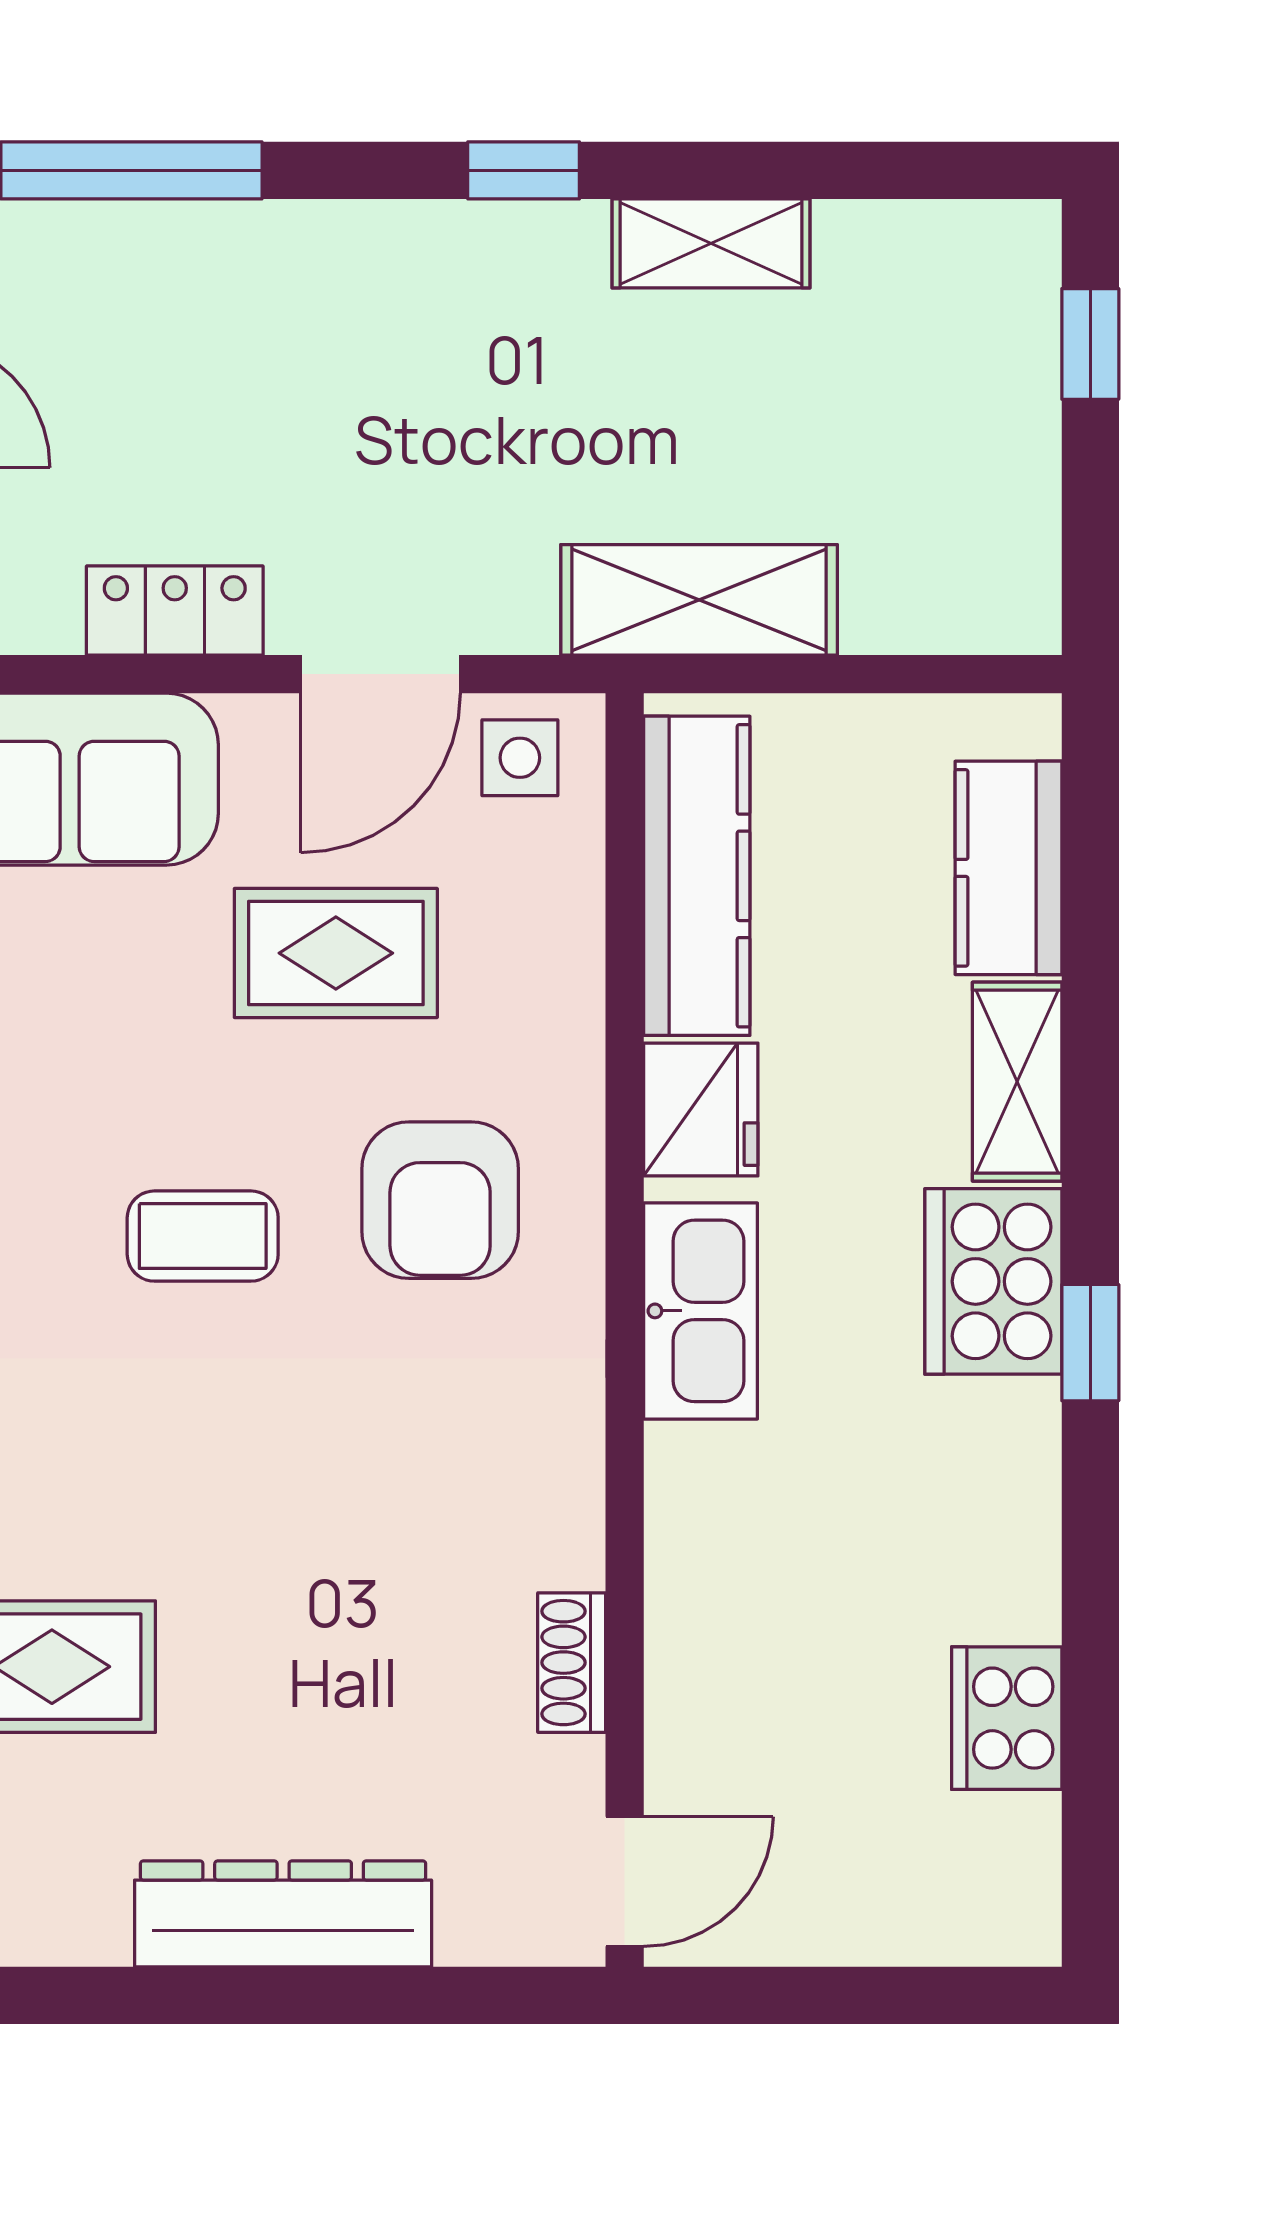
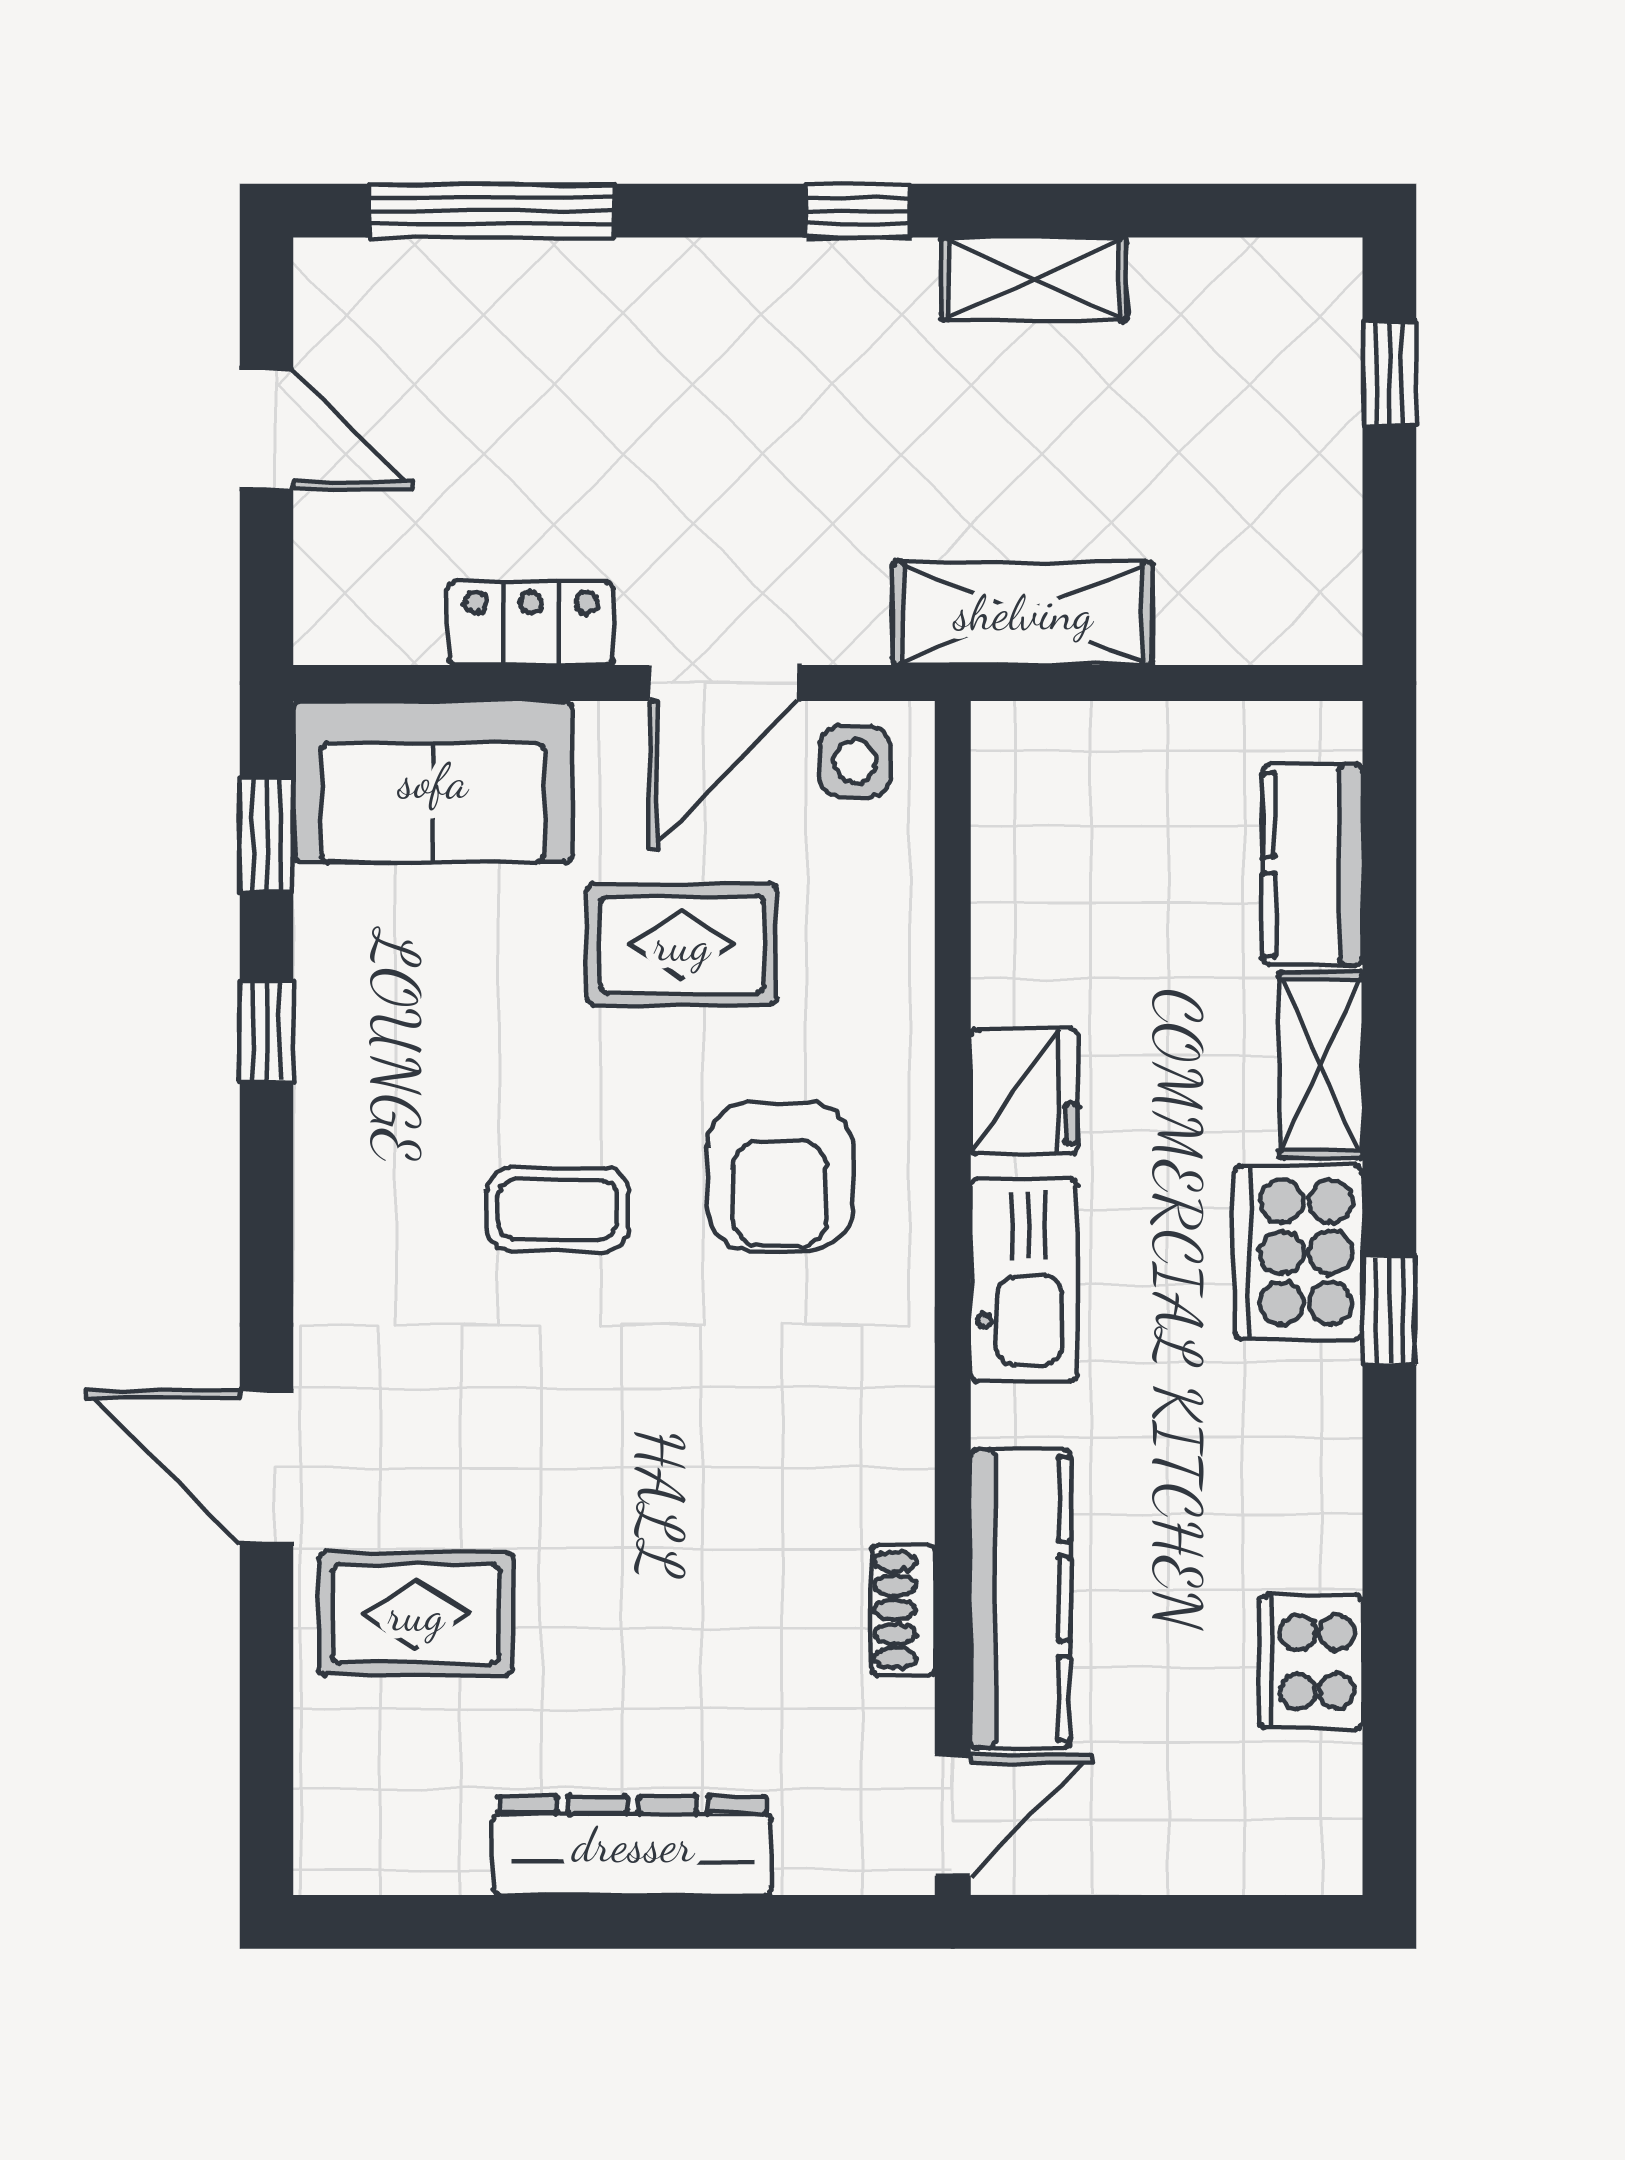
kitchen counter: (697, 876) -> (1020, 1599), moved

